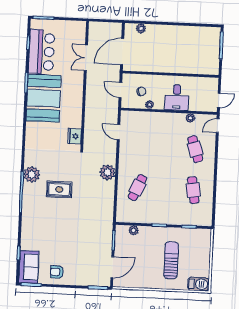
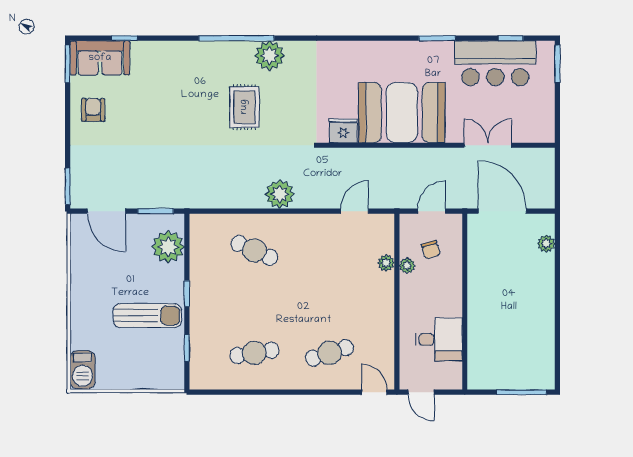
desk: (177, 97) -> (439, 339), moved, turned 180
booth: (43, 98) -> (402, 113), moved
plant: (190, 118) -> (386, 263), moved
plant: (134, 230) -> (168, 247), width x1.87, depth x1.87
sun lounger: (171, 260) -> (147, 316), moved

